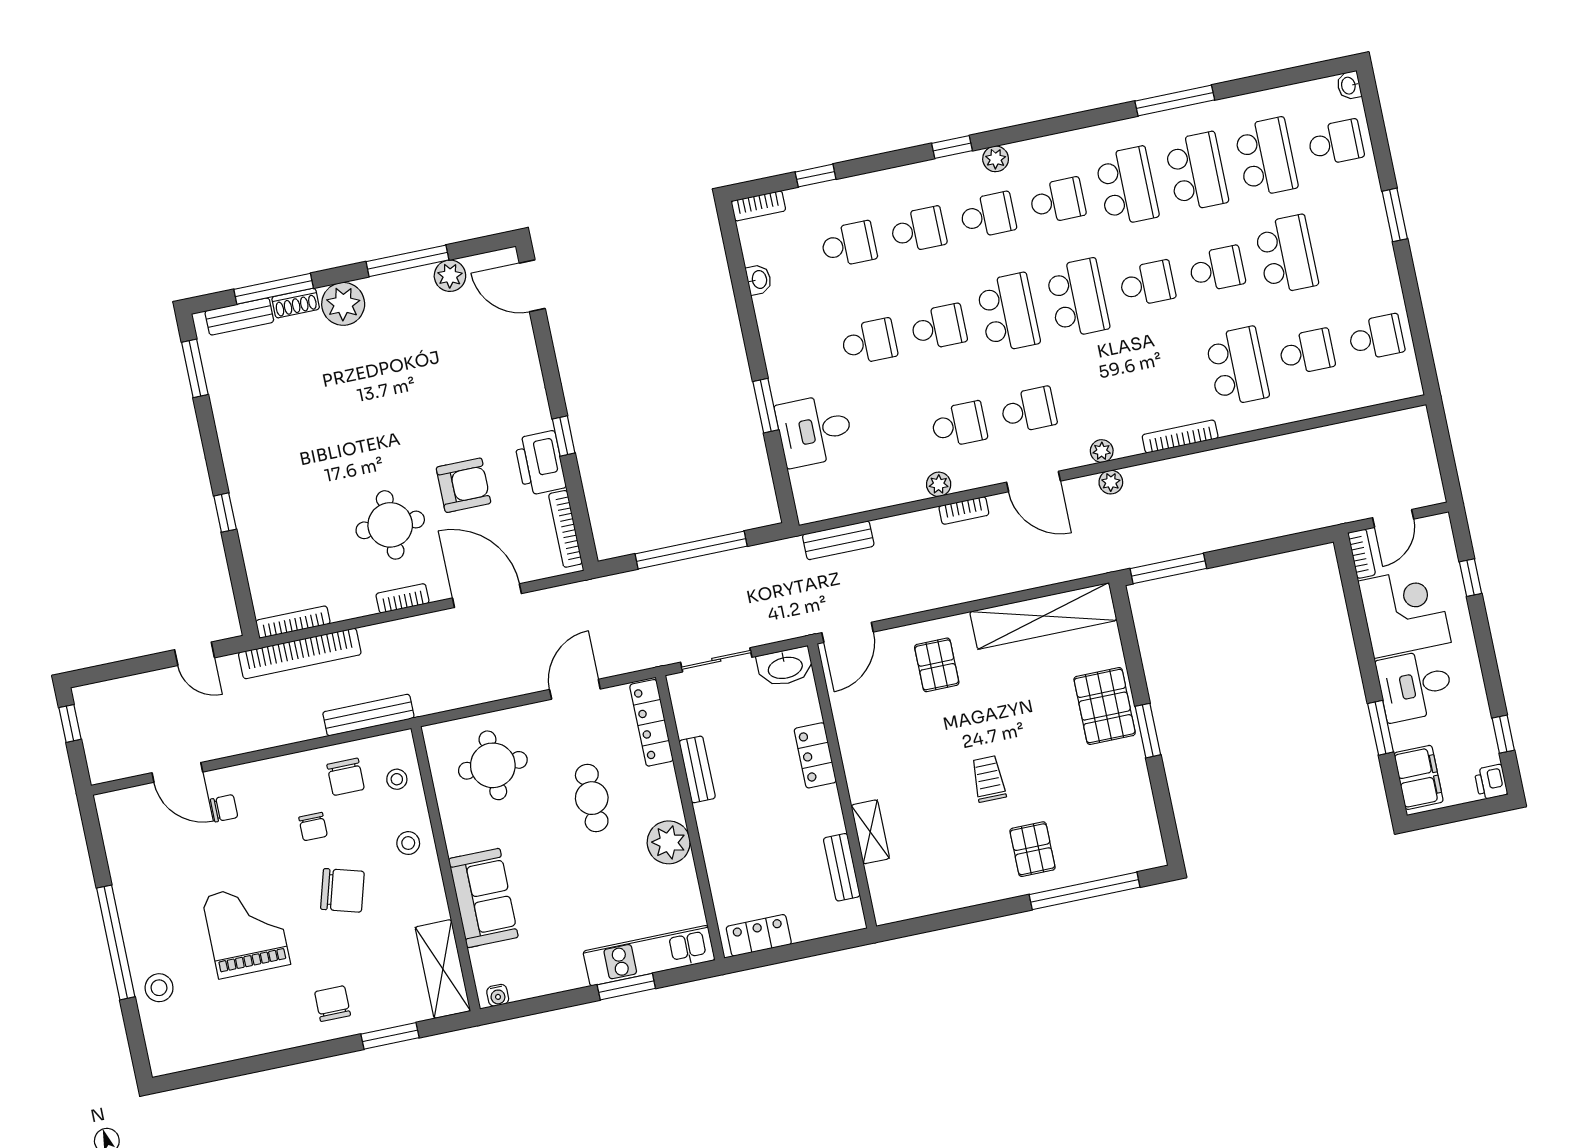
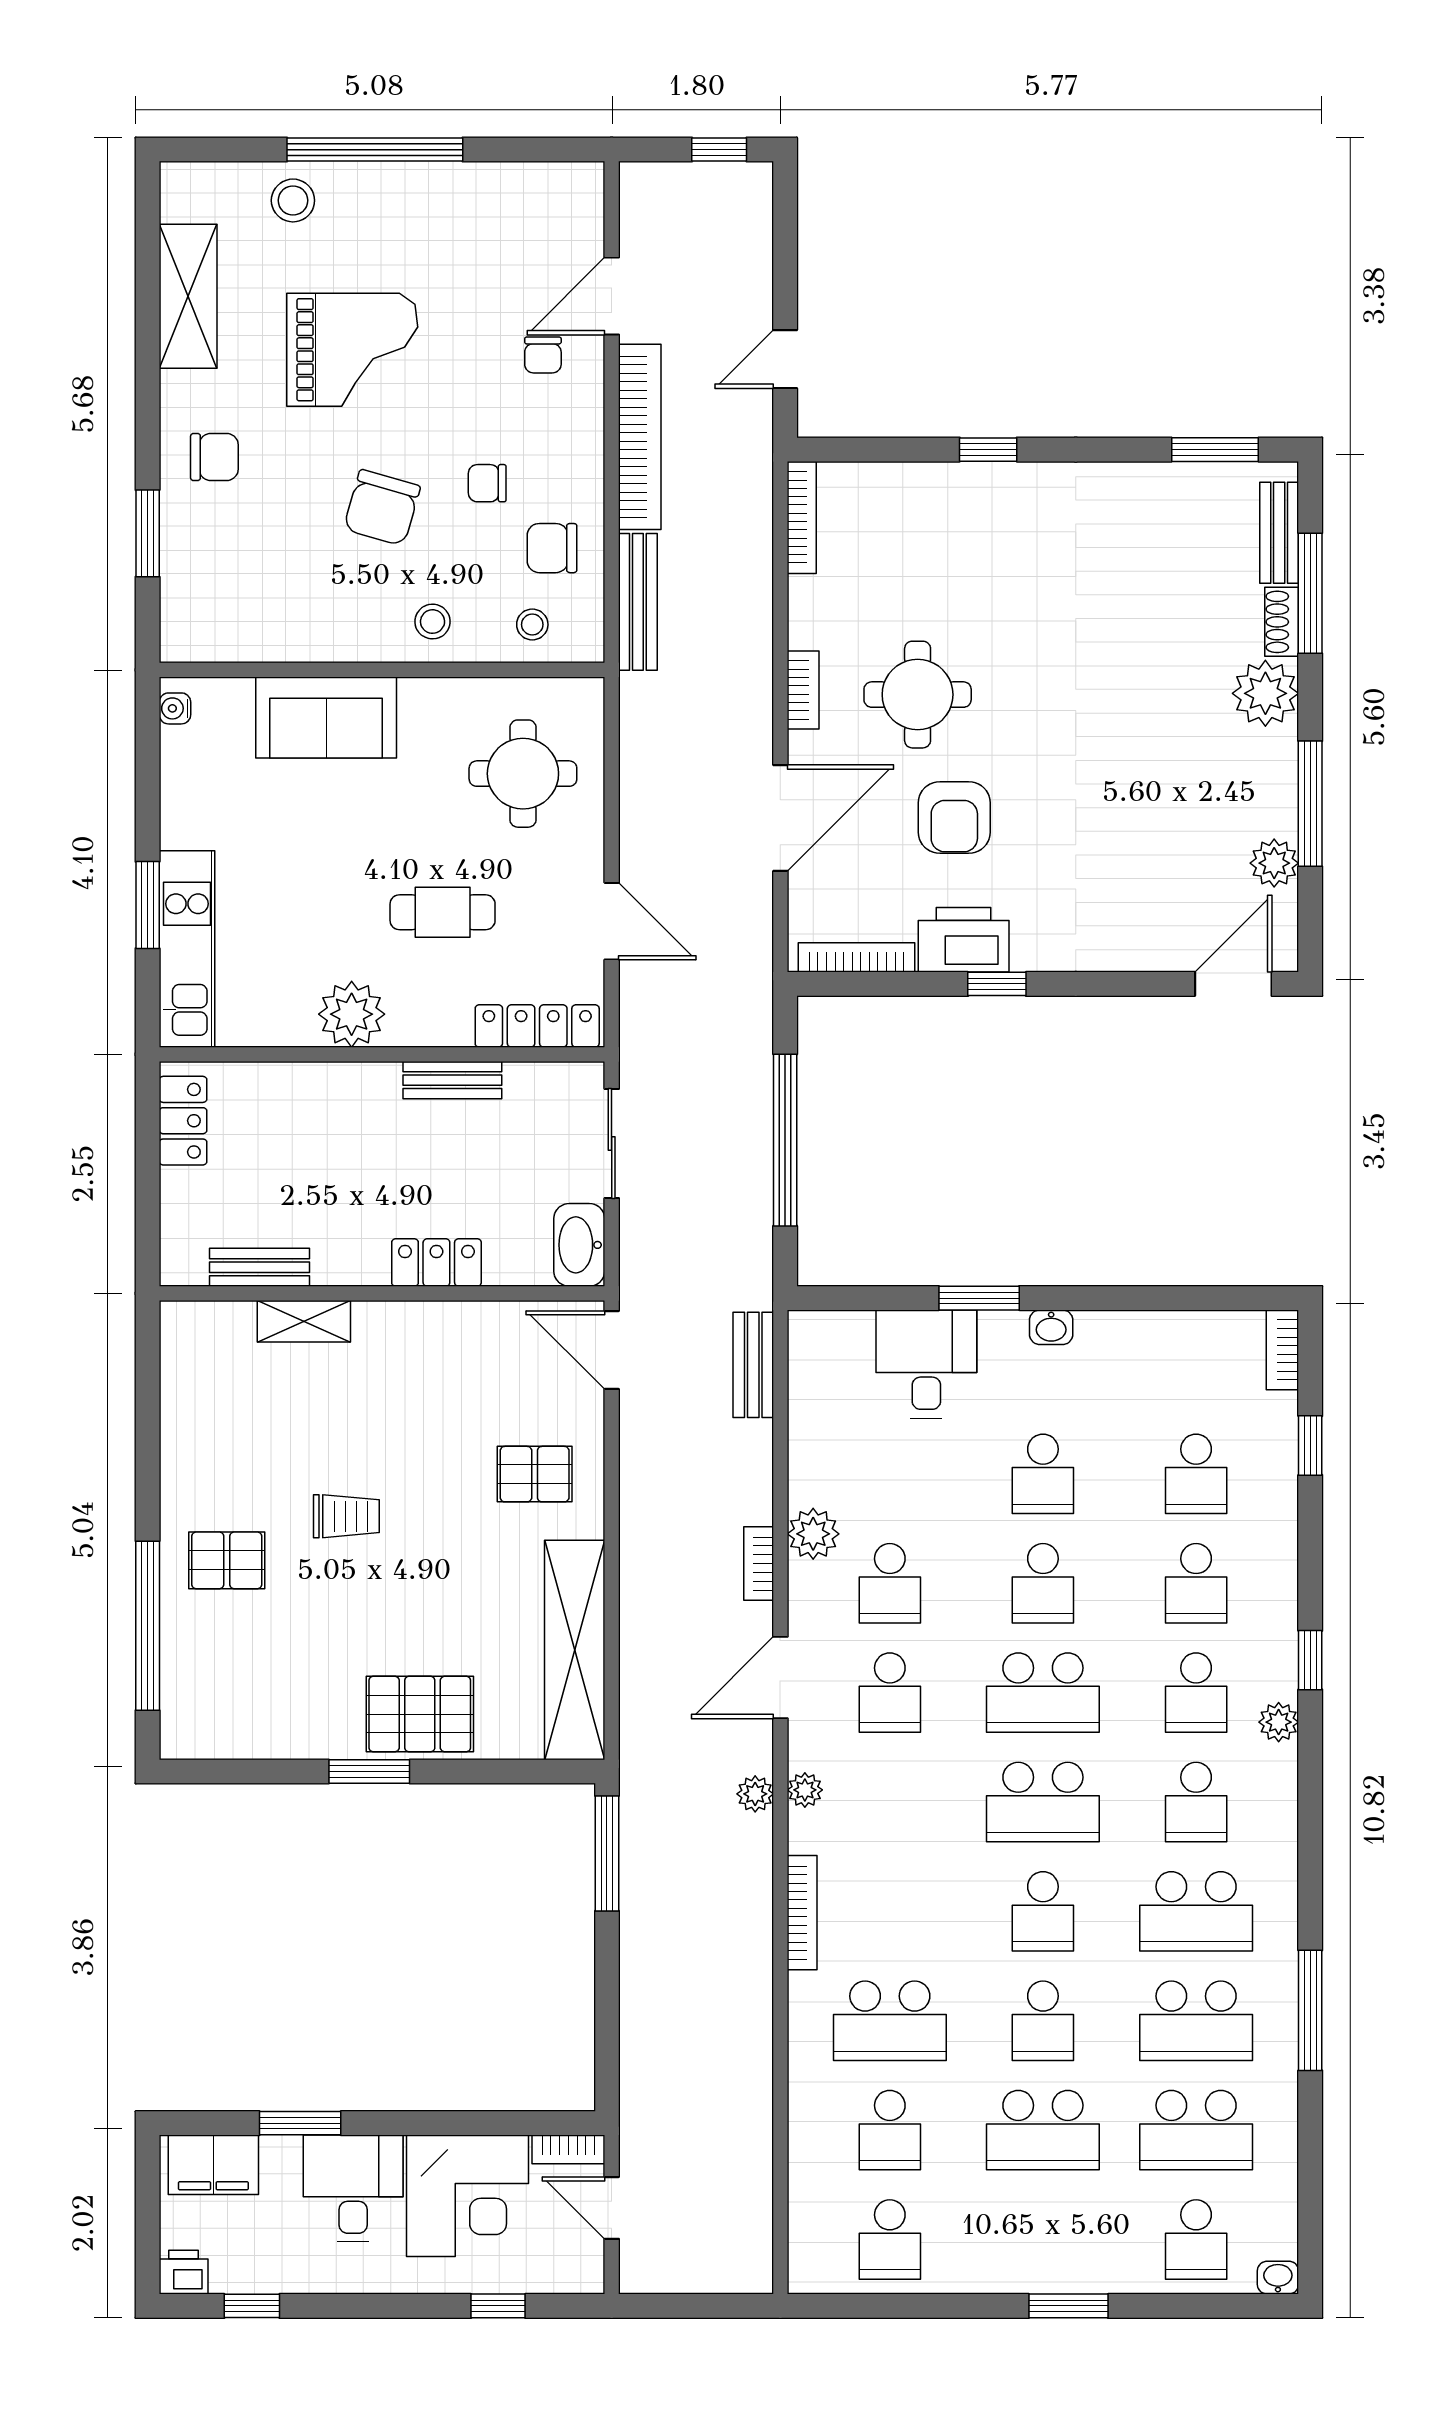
washbasin: (759, 280) -> (1051, 1327), moved
plant: (939, 484) -> (813, 1534), width x1.38, depth x1.38
bookcase: (300, 653) -> (640, 437), moved, turned 180
shelving: (443, 969) -> (188, 296), moved, turned 90

